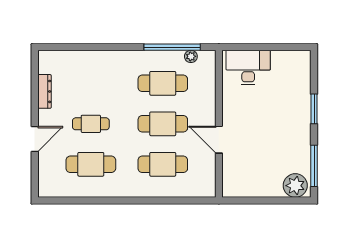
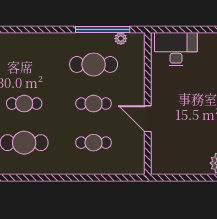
cafe table: (163, 124) -> (94, 104), width x0.73, depth x0.74
cafe table: (163, 164) -> (94, 143), width x0.73, depth x0.74

